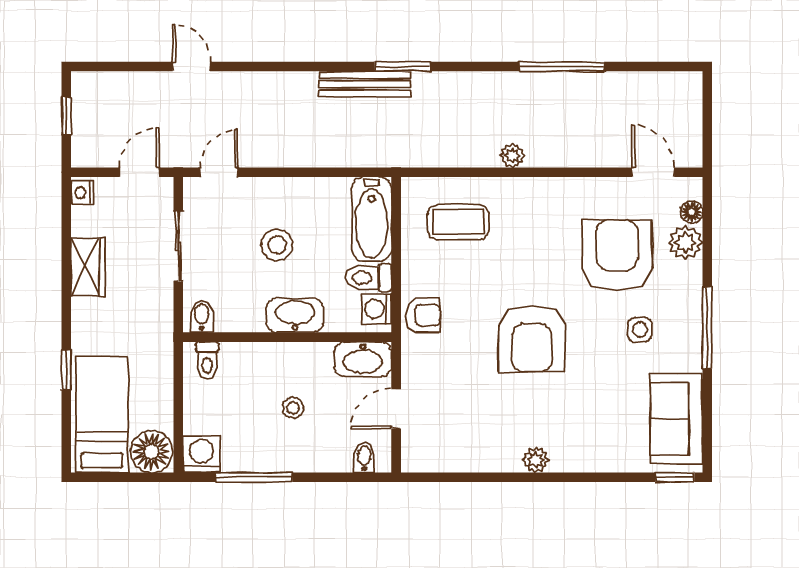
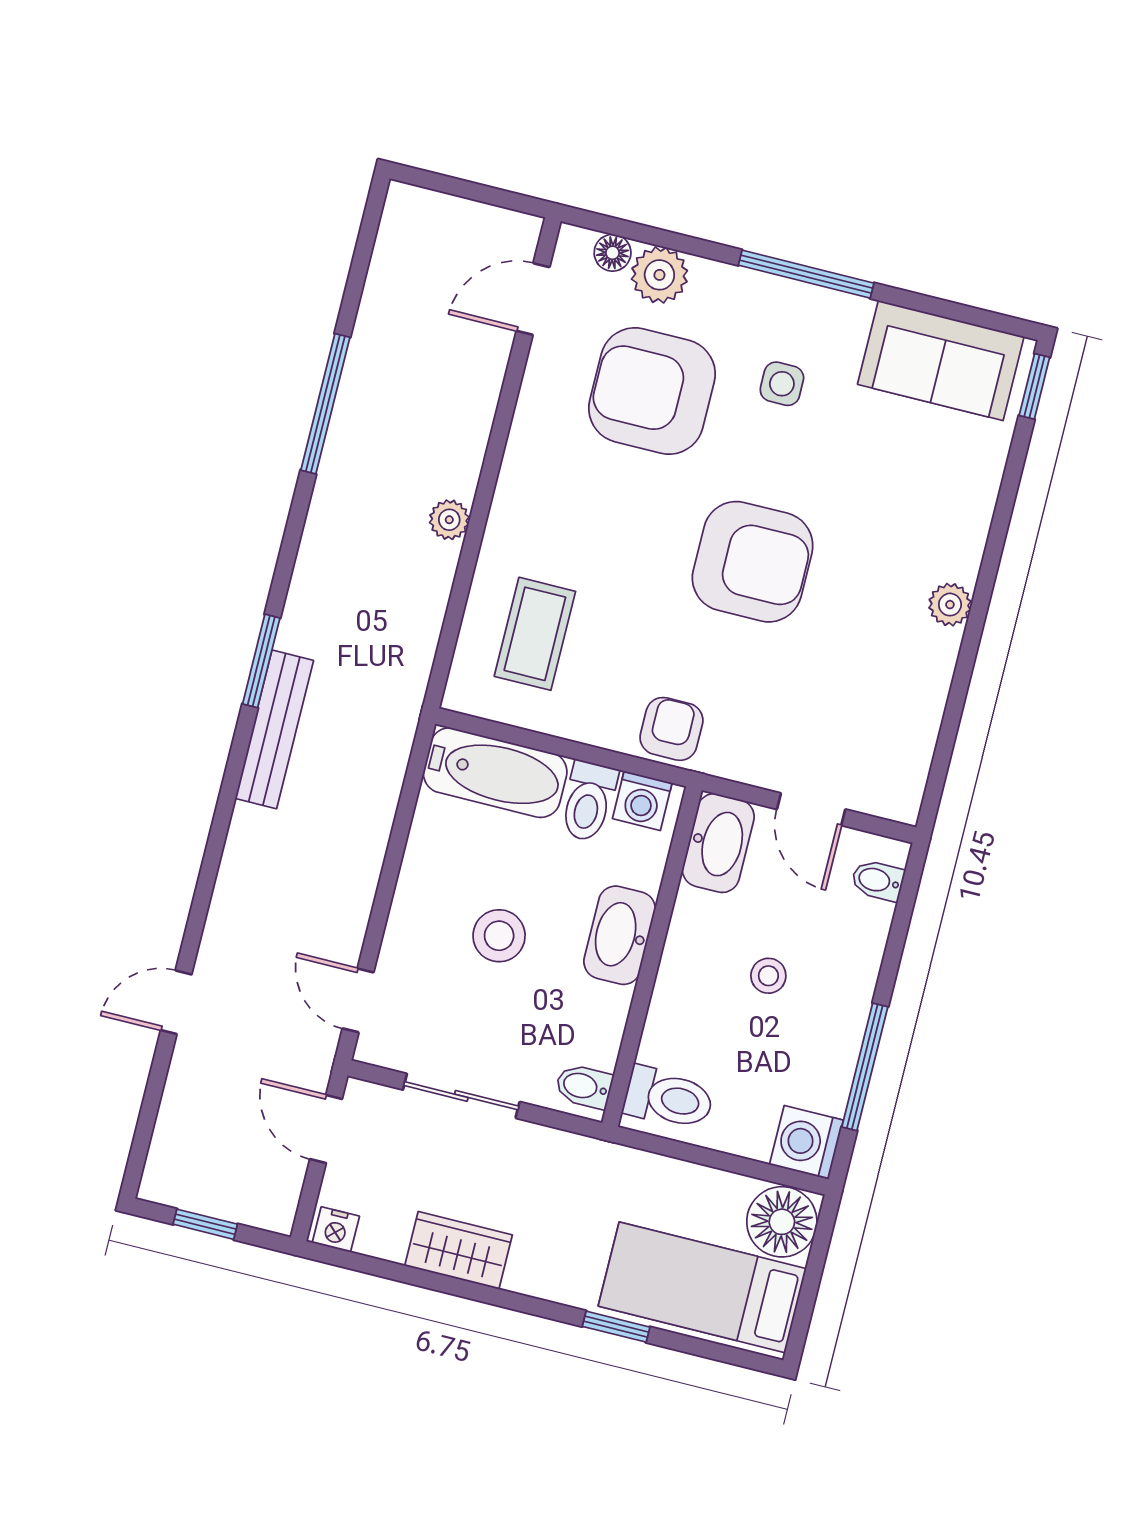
toilet: (207, 360) -> (669, 1098), width x1.37, depth x1.39

